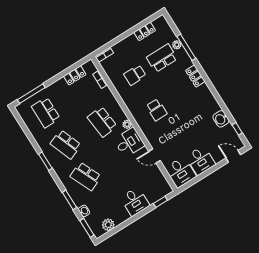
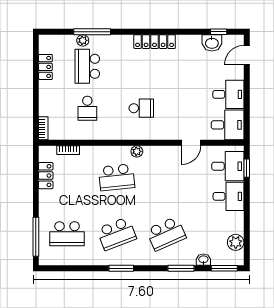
locker: (195, 76) -> (155, 42), moved, width x1.53
washbasin: (221, 119) -> (212, 43), moved
desk: (129, 142) -> (228, 166), moved, turned 90

